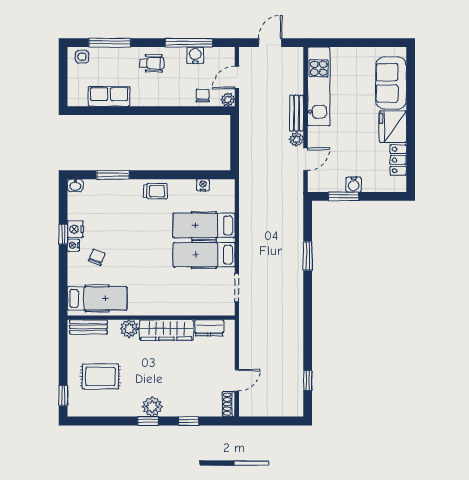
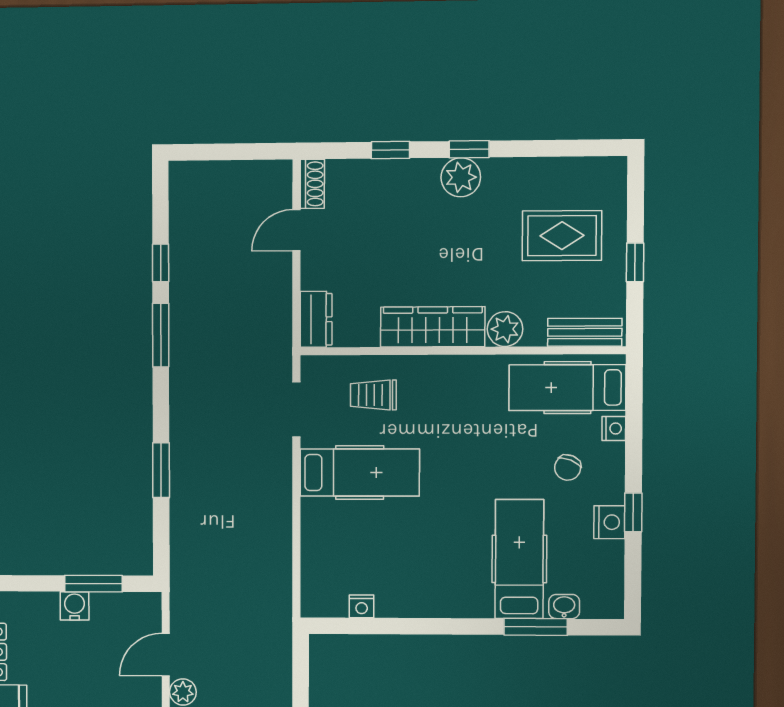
washbasin: (75, 185) -> (564, 607), moved
trolley: (155, 191) -> (373, 395), moved
hospital bed: (204, 225) -> (519, 559), moved, turned -90
nightstand: (73, 245) -> (614, 428), moved
window: (308, 326) -> (161, 335), added
dresser: (209, 328) -> (316, 319), moved, turned 90
window: (308, 380) -> (161, 263), moved
window: (63, 396) -> (635, 262), moved

